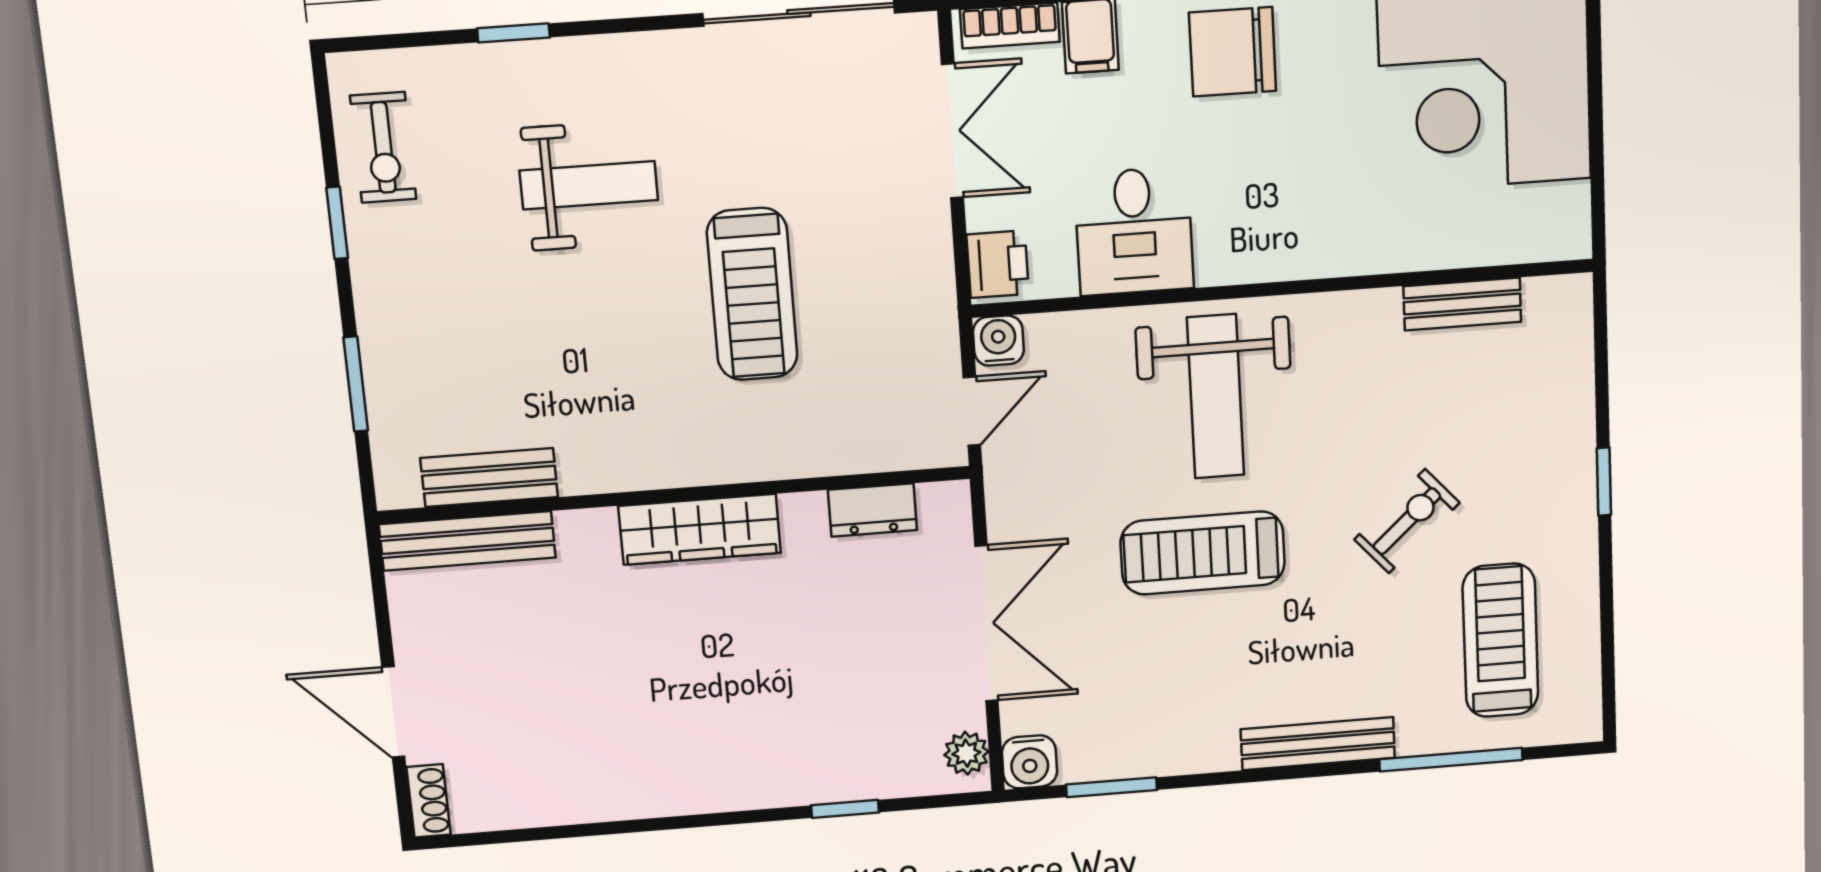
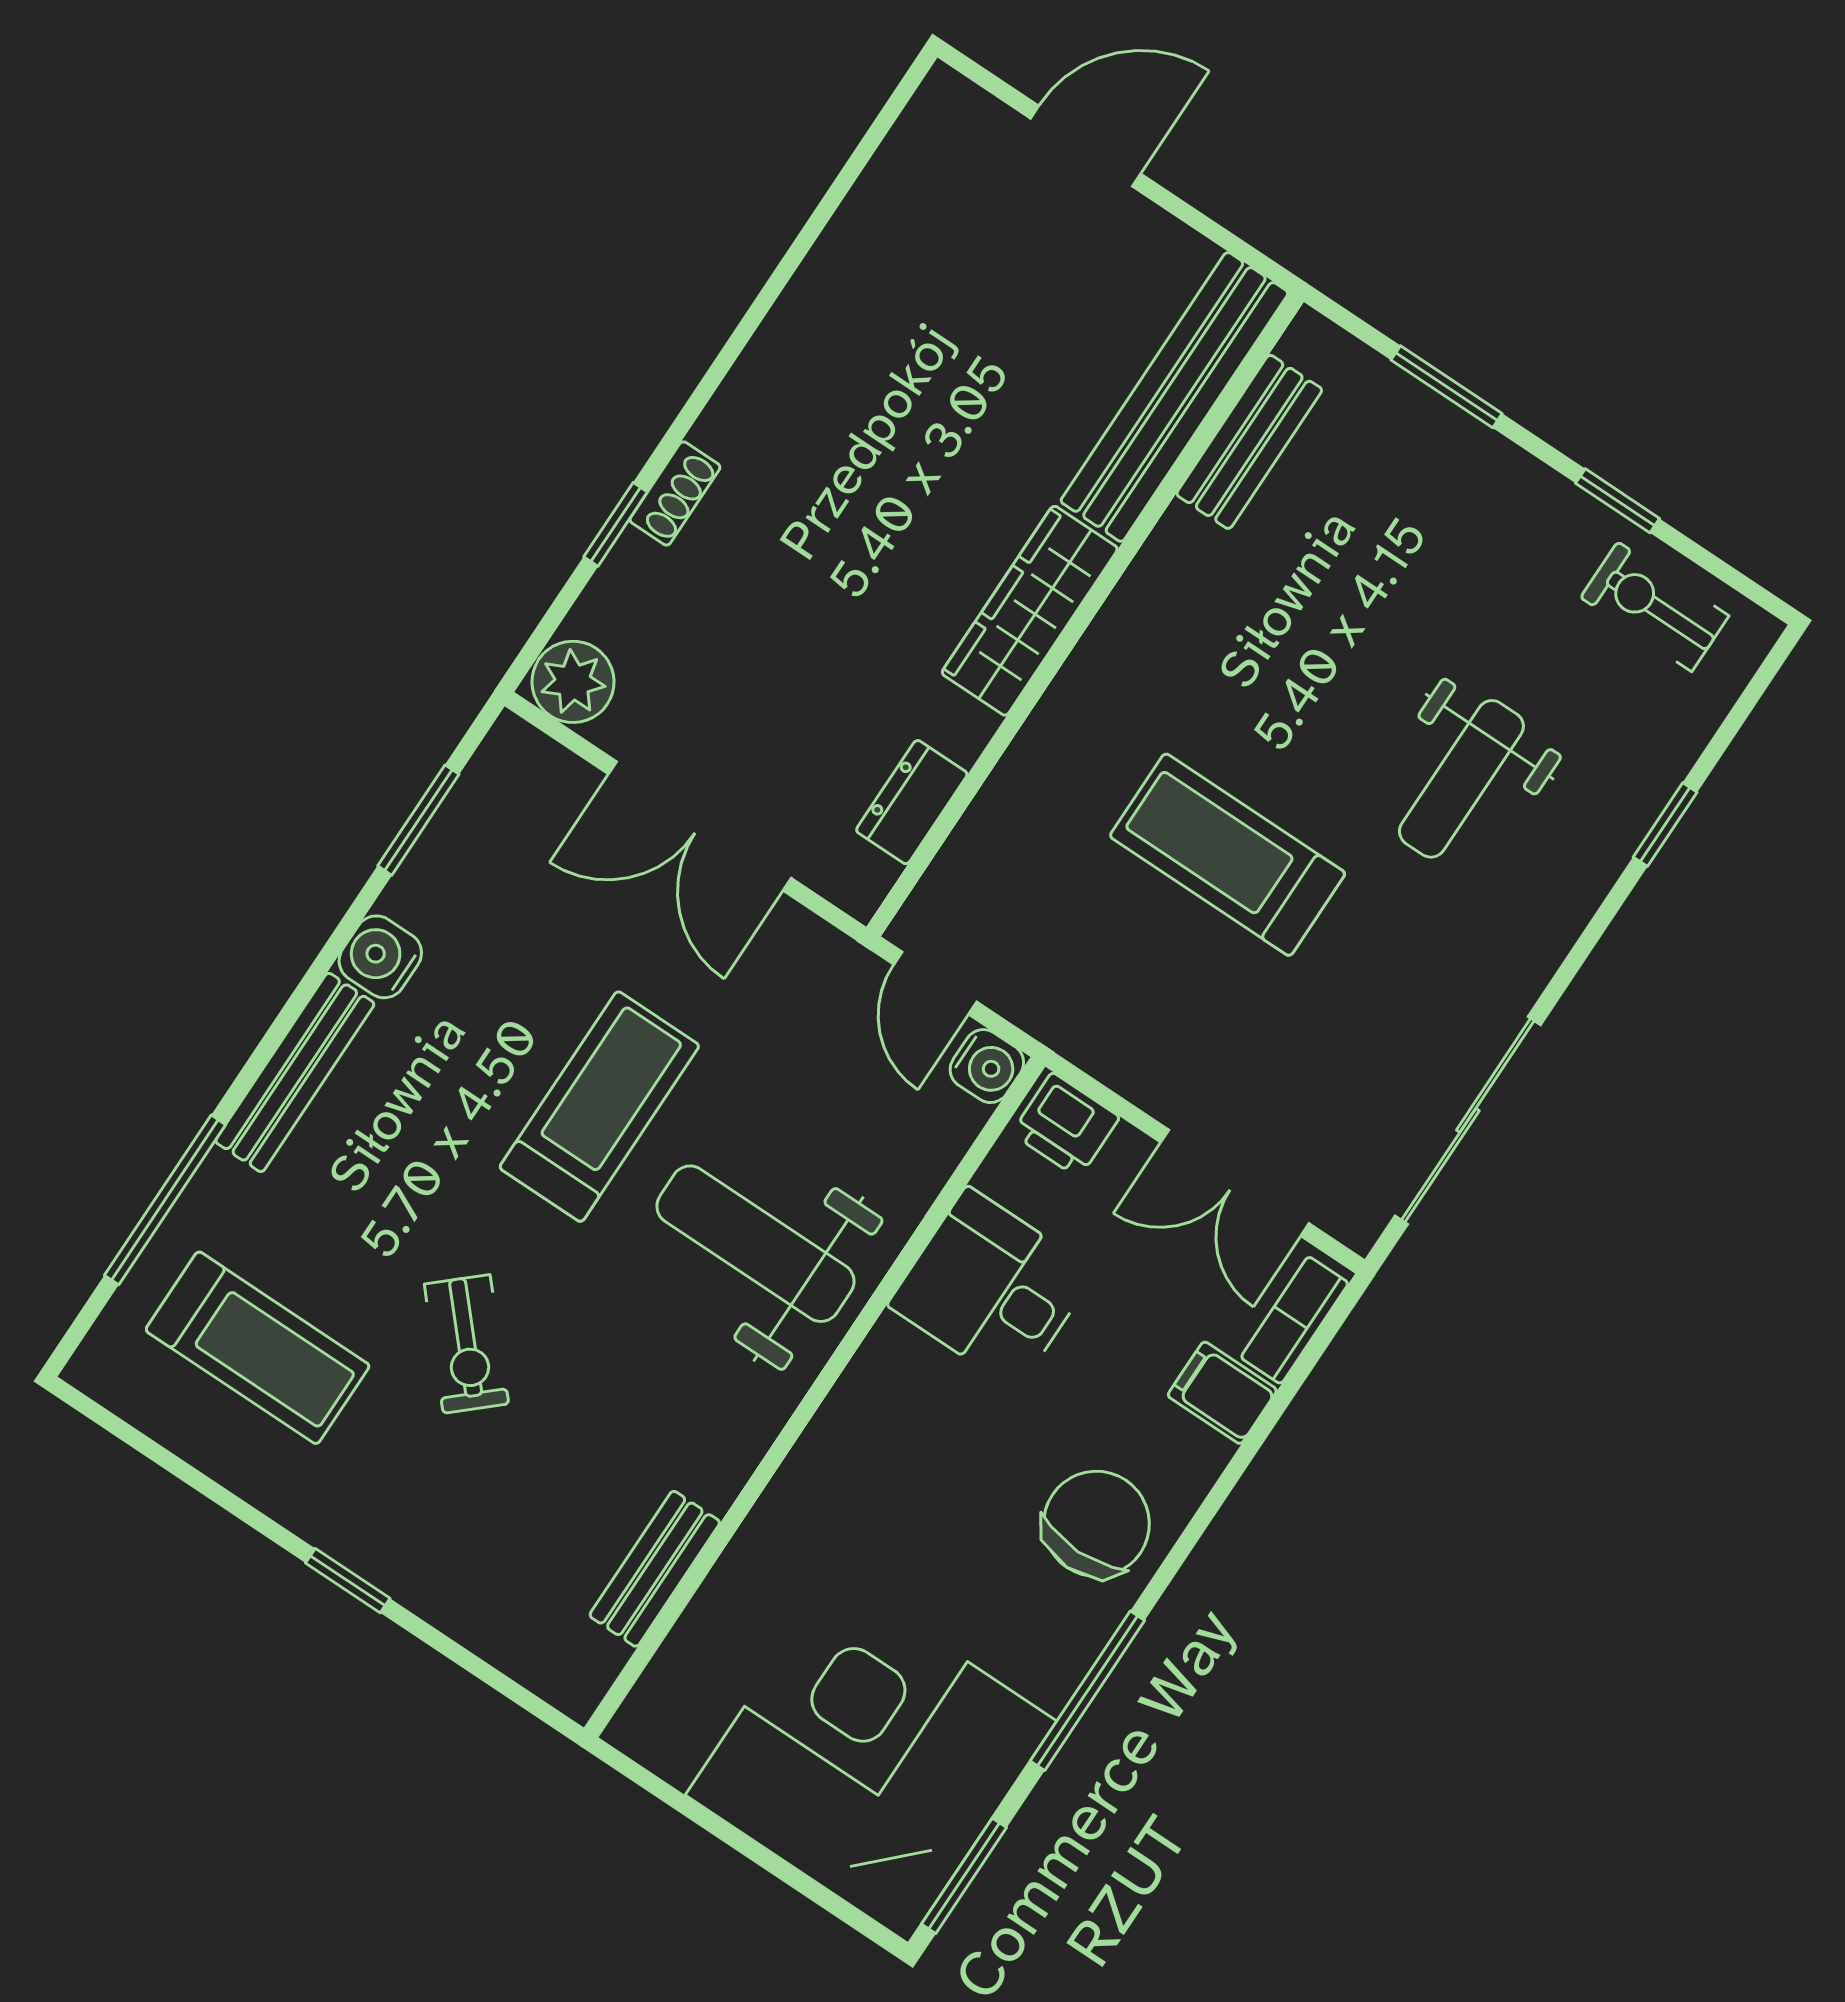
bench: (467, 541) -> (1174, 397), width x1.37, depth x1.21
plant: (966, 753) -> (573, 682), width x1.38, depth x1.38
water cooler: (1029, 762) -> (380, 957), moved
shoe rack: (429, 801) -> (675, 493), moved, turned -90

